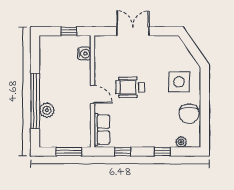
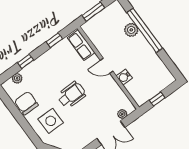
plant: (110, 41) -> (122, 114), added
water cooler: (84, 54) -> (124, 77), moved
wheelchair: (130, 87) -> (72, 95), moved

